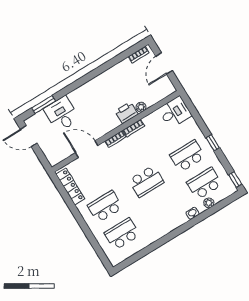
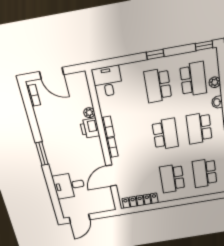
window: (44, 105) -> (42, 154), moved
school desk: (204, 183) -> (193, 79), turned 180
school desk: (163, 209) -> (199, 128), added

